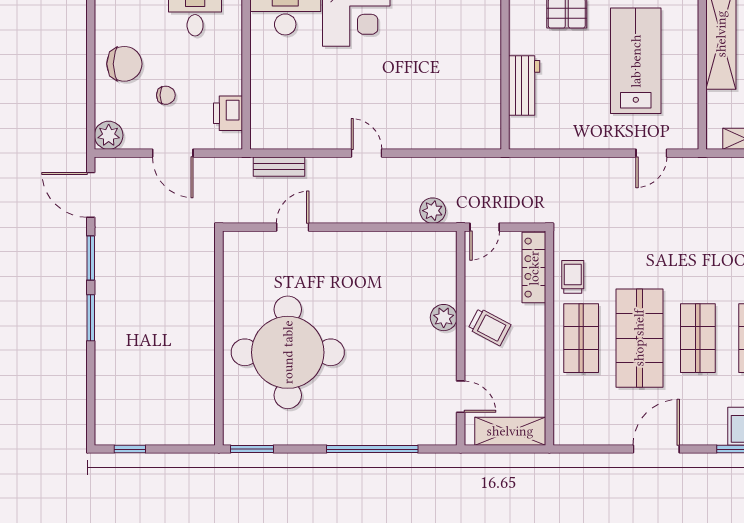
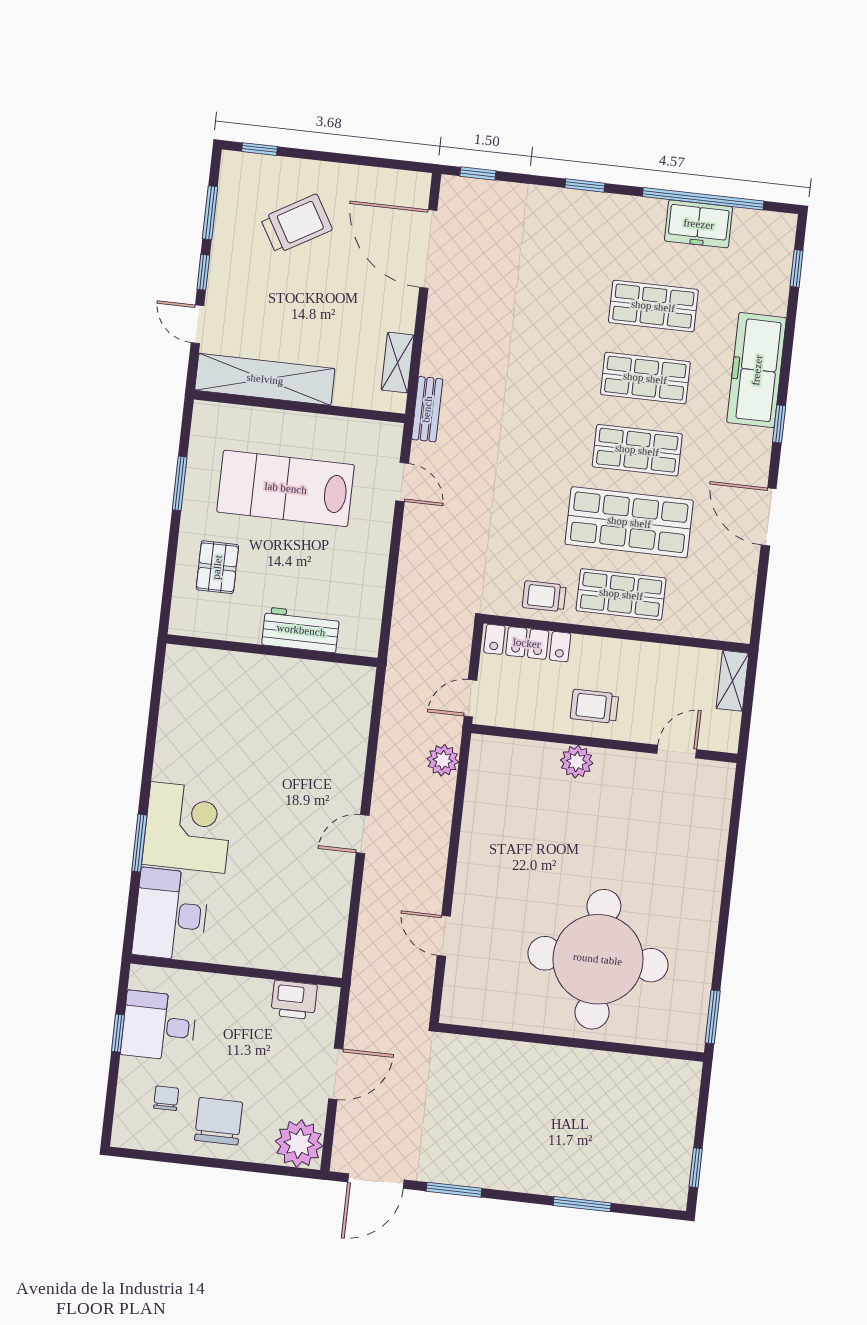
chair: (166, 95) -> (166, 1098), moved
plant: (109, 135) -> (299, 1144), width x1.36, depth x1.36
bench: (279, 167) -> (427, 409), moved
door: (485, 227) -> (470, 698), swing flipped
window: (91, 318) -> (582, 1204), moved
trolley: (489, 327) -> (594, 706), turned -118
shelving: (510, 431) -> (732, 681), width x0.67, depth x0.75
window: (372, 449) -> (729, 868), removed

